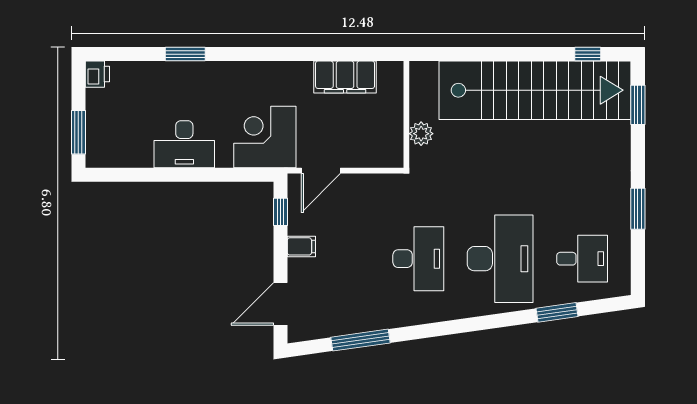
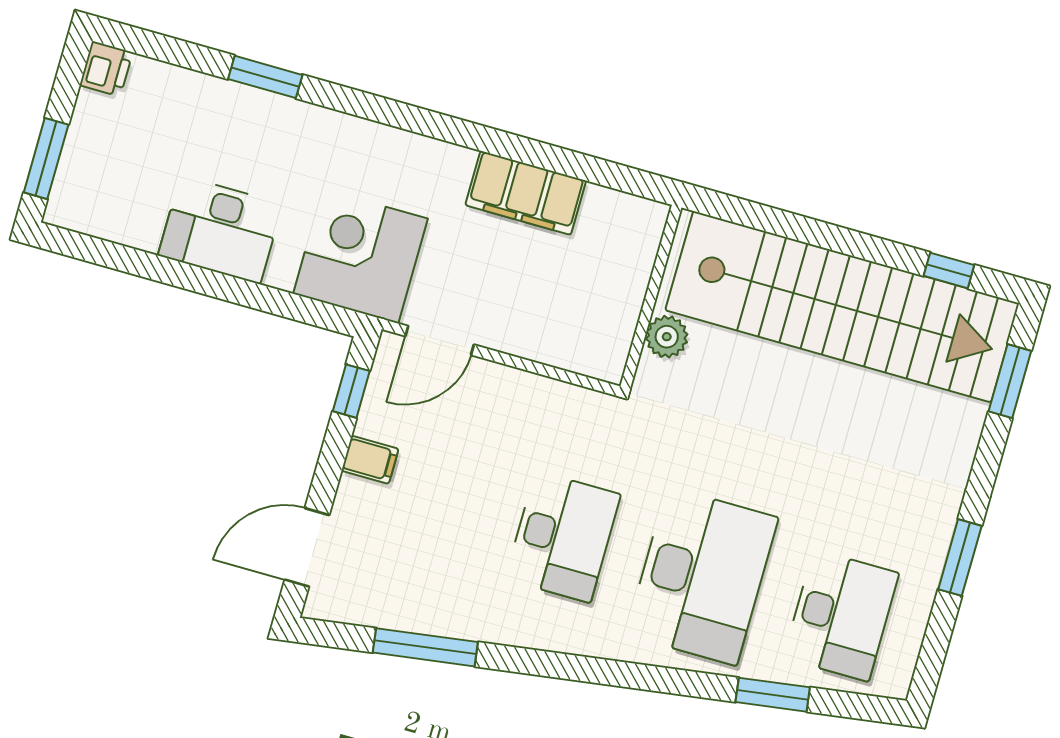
wall: (406, 114) -> (651, 297), moved
plant: (421, 134) -> (667, 337), moved
desk: (582, 259) -> (841, 615), width x1.37

